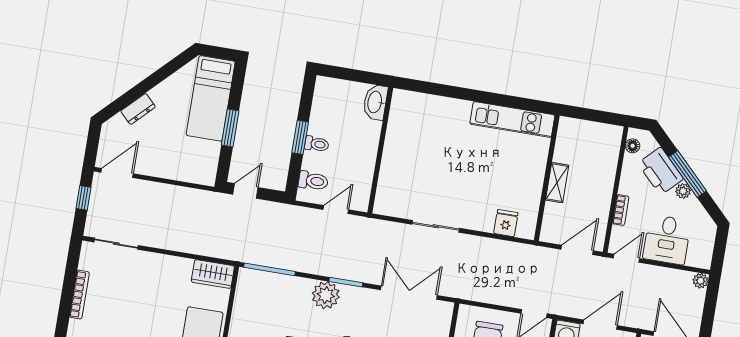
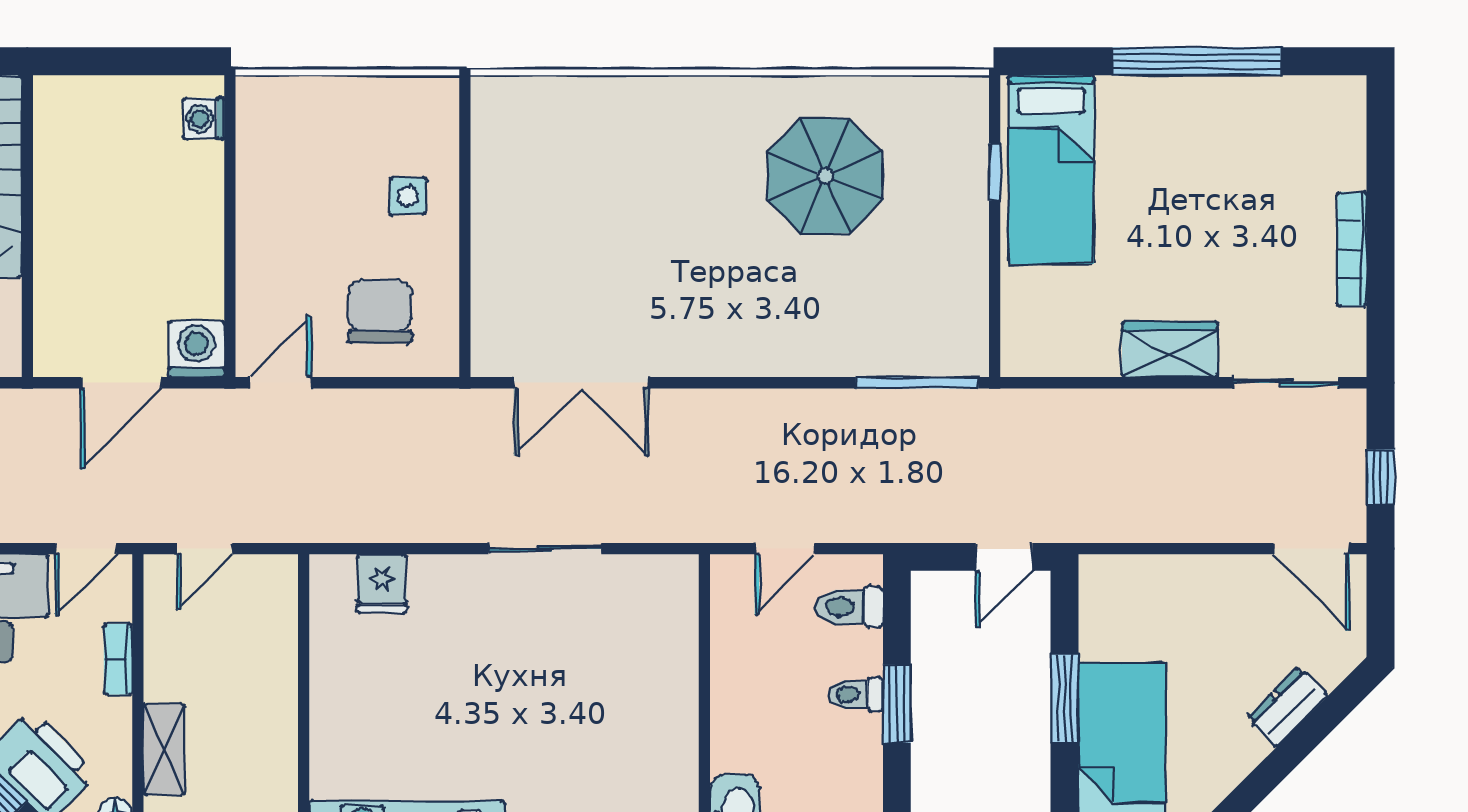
door: (117, 173) -> (1311, 549), hinge flipped
shelving: (557, 183) -> (164, 750), moved
door: (577, 250) -> (205, 549), width x0.73
wardrobe: (213, 274) -> (1170, 350), moved
window: (346, 282) -> (733, 383), removed
plant: (326, 295) -> (775, 344), removed

